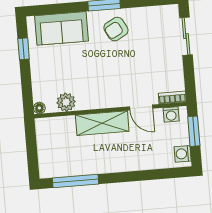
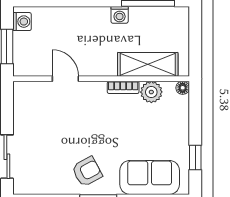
bookcase: (172, 97) -> (123, 87), moved
washing machine: (171, 114) -> (120, 15), moved, turned 180
shelving: (102, 123) -> (148, 64), moved

